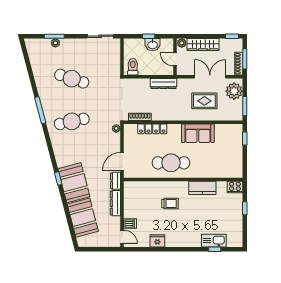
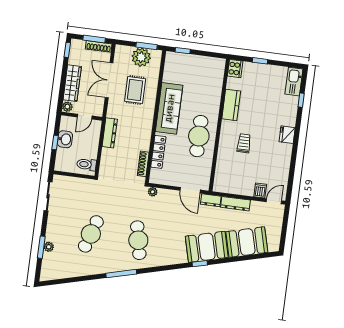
plant: (234, 91) -> (141, 57), moved
sofa: (198, 133) -> (169, 108), width x1.36
fridge: (157, 241) -> (287, 135), moved
kitchen sink: (214, 241) -> (294, 82), moved

